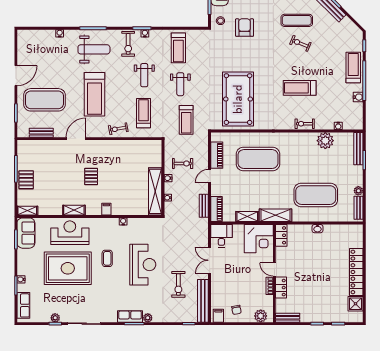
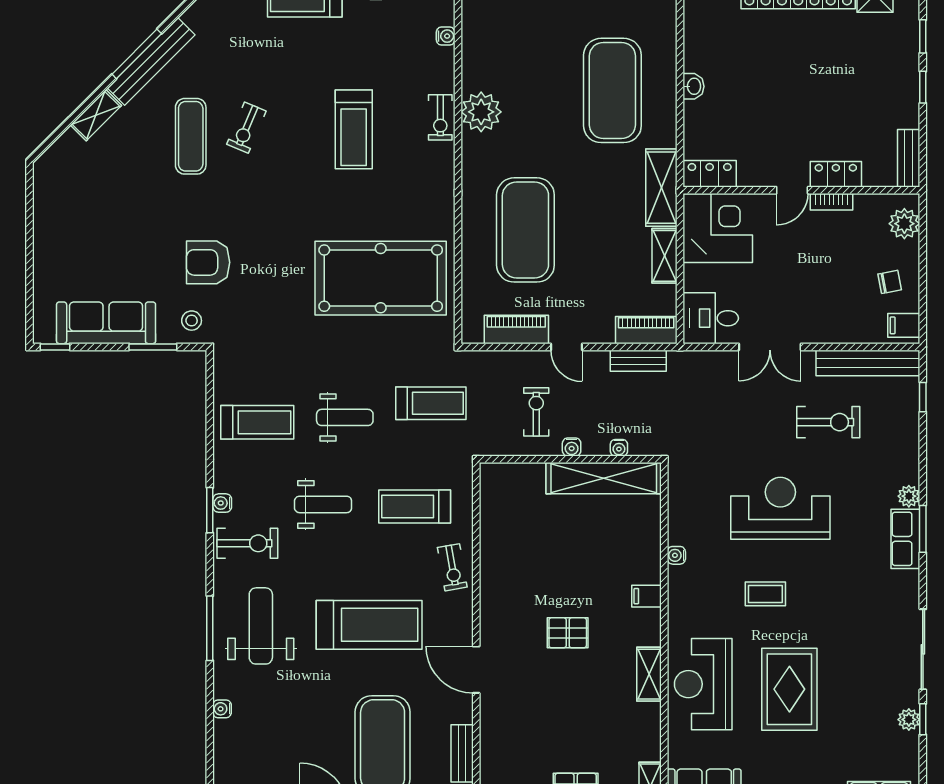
plant: (325, 141) -> (481, 112), moved
rug: (68, 268) -> (789, 689), width x0.73, depth x0.69

